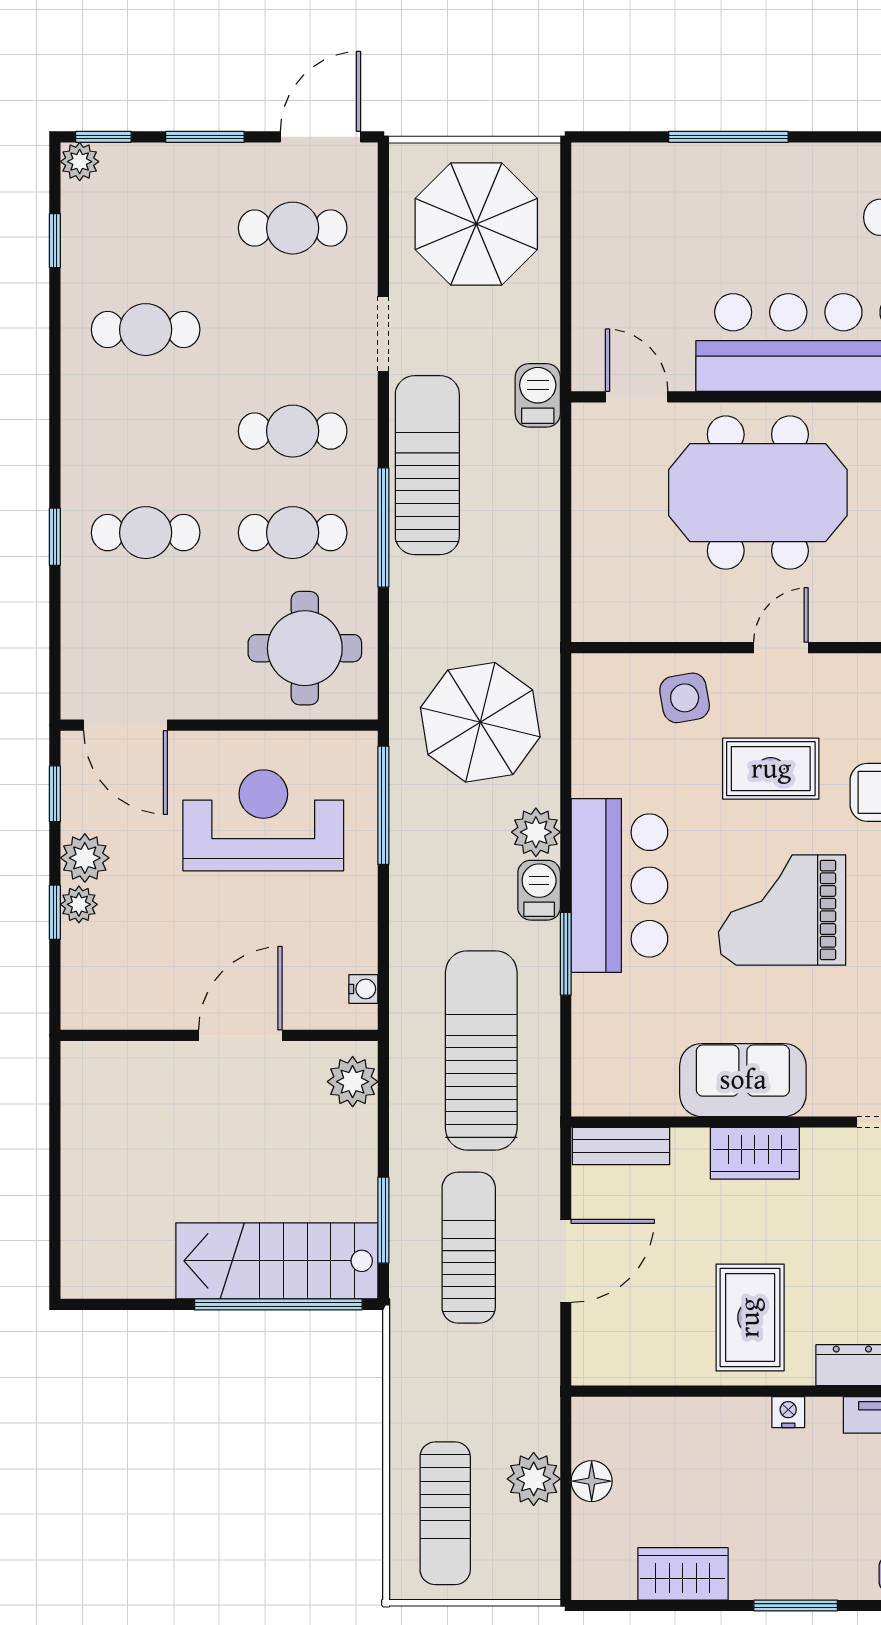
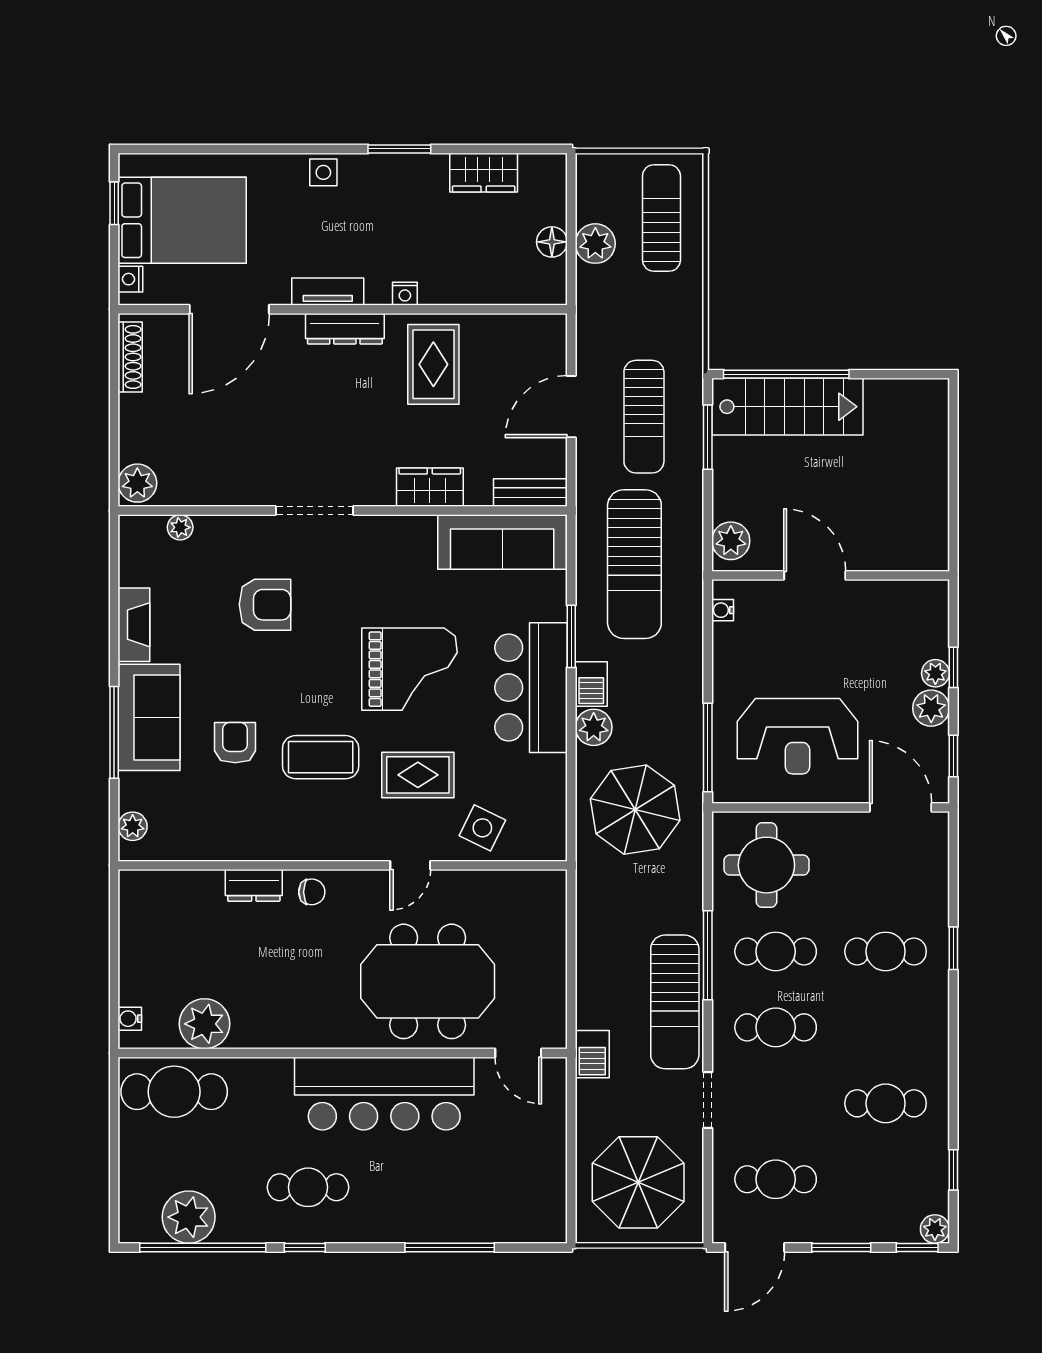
side table: (685, 698) -> (482, 828), turned 36
door: (240, 1035) -> (815, 575), swing flipped
sofa: (743, 1080) -> (502, 542), moved, width x1.36

